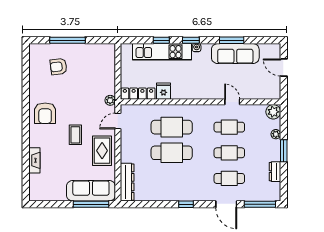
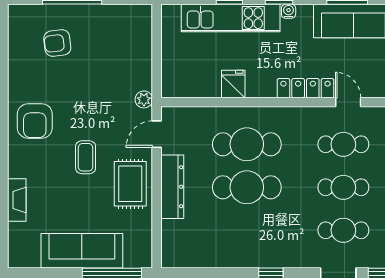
locker: (138, 94) -> (305, 88), moved
dresser: (127, 182) -> (172, 187), moved
sofa: (91, 191) -> (82, 251), moved

